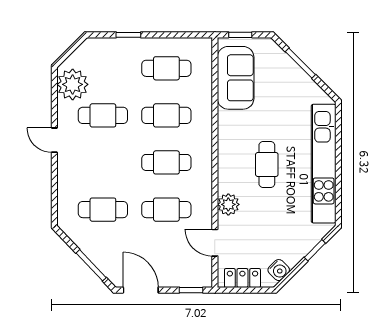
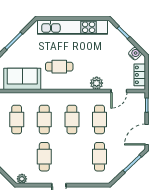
plant: (73, 84) -> (22, 179), width x0.53, depth x0.53
cafe table: (267, 165) -> (59, 67), moved

